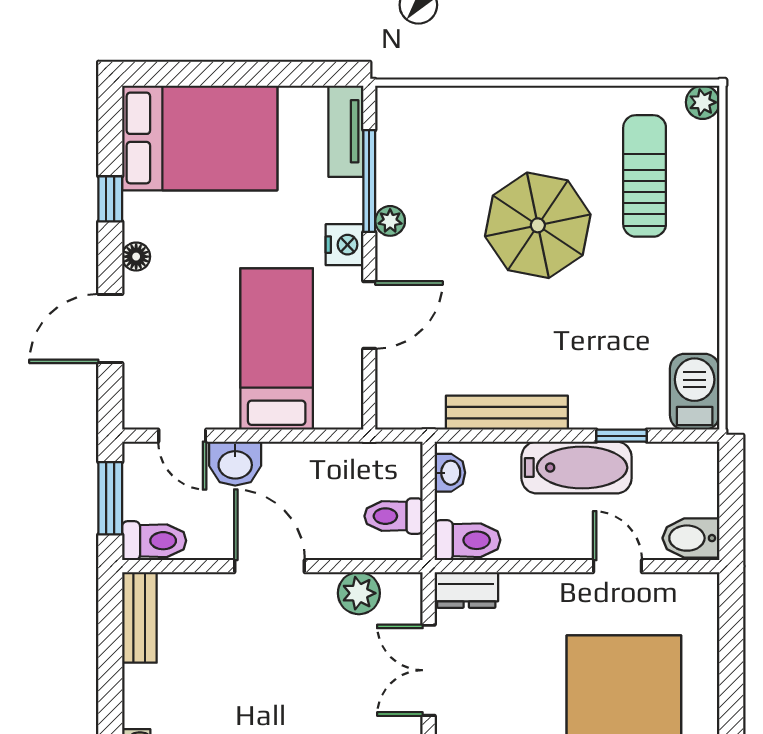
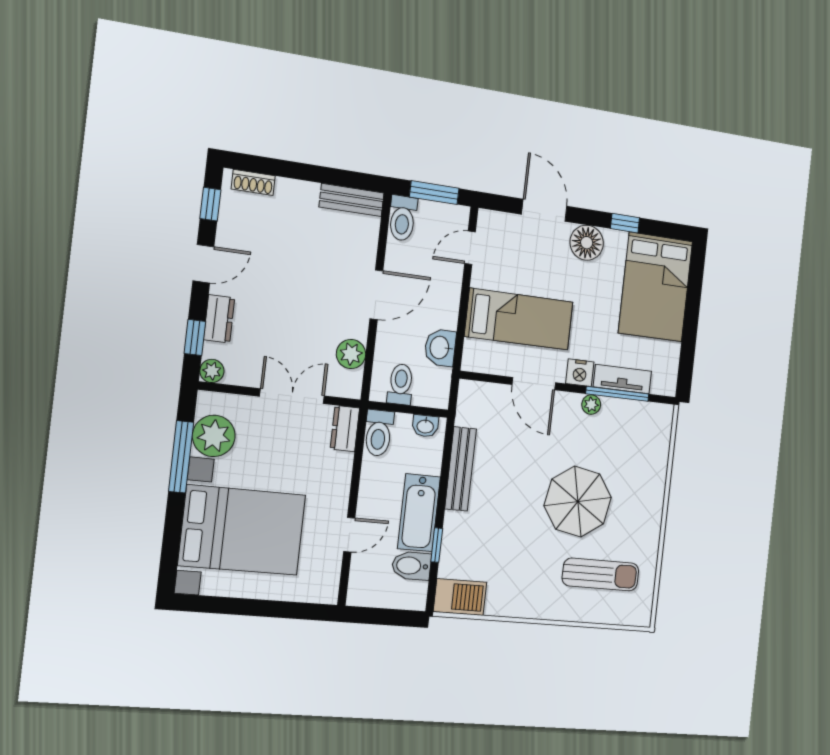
plant: (703, 102) -> (641, 616), removed
tv unit: (346, 131) -> (622, 379), moved
floor lamp: (136, 257) -> (587, 243), width x1.89, depth x1.89
washbasin: (235, 464) -> (440, 348), moved
bidet: (691, 538) -> (411, 566), moved, turned -90

